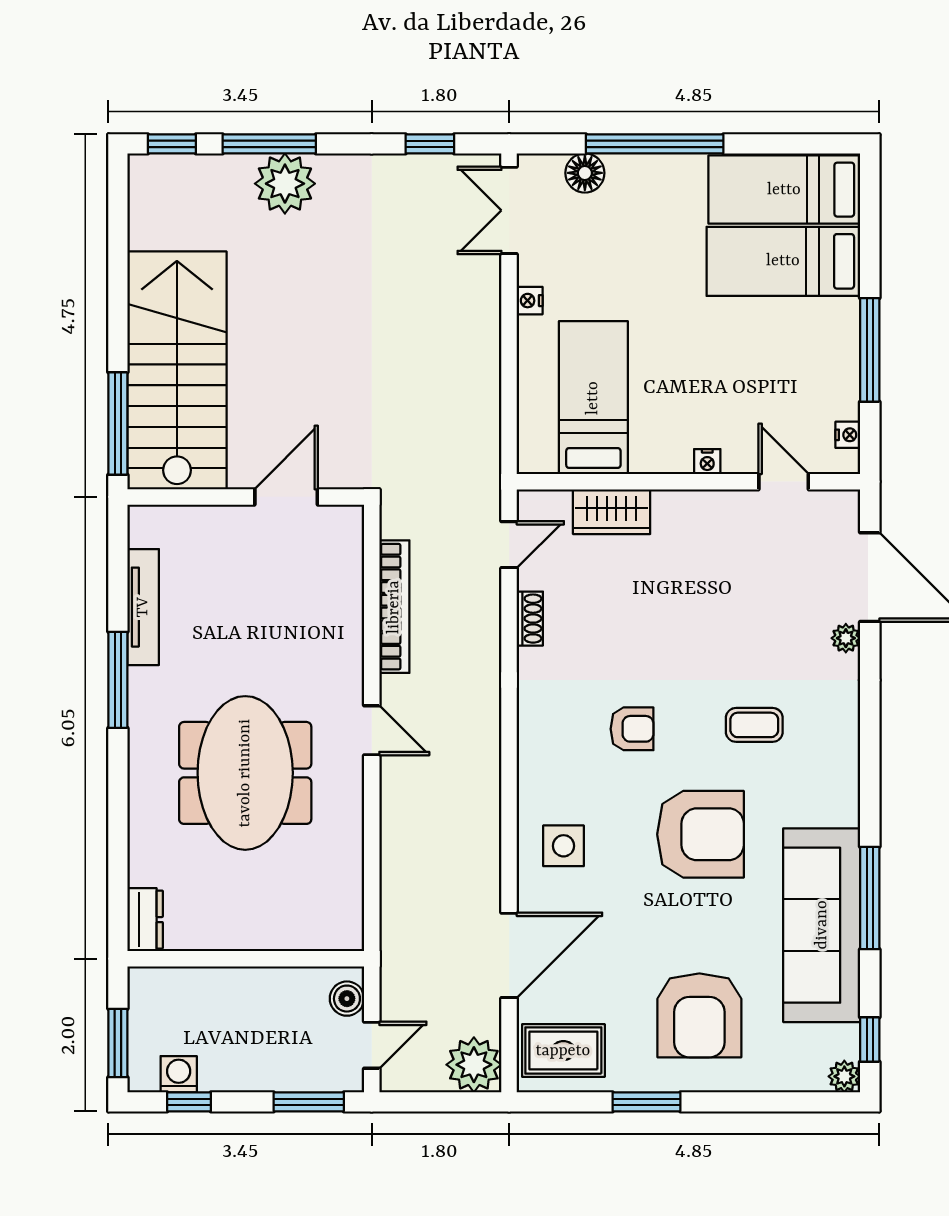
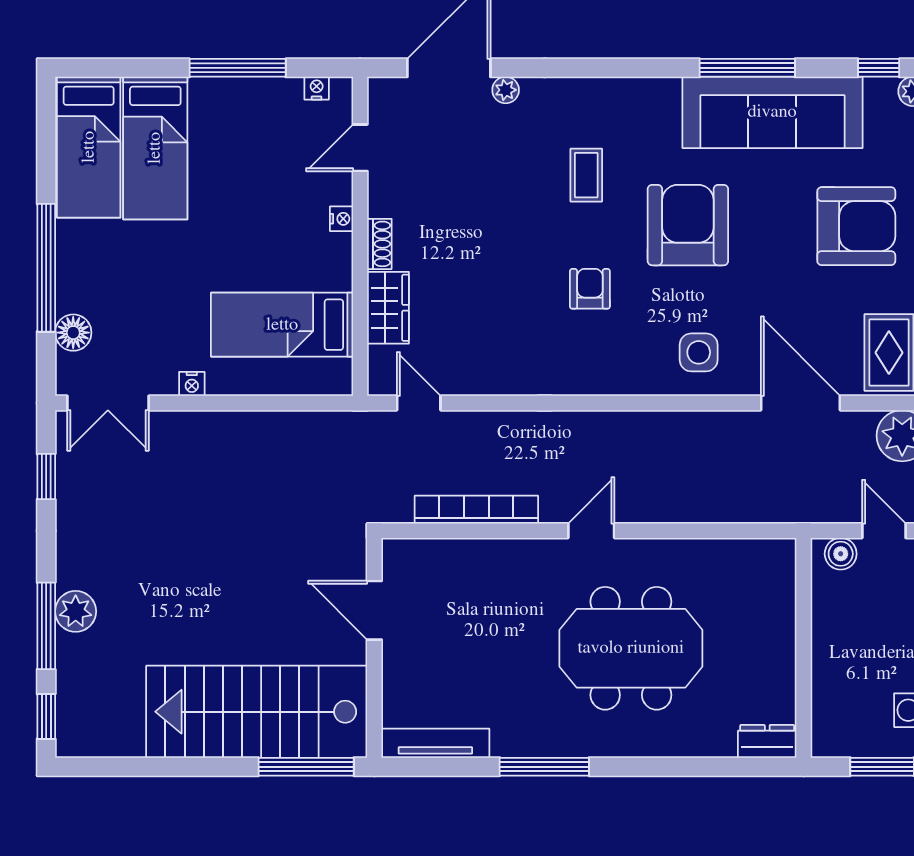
plant: (285, 184) -> (76, 611), width x0.73, depth x0.73
tv unit: (143, 607) -> (435, 743), moved
shoe rack: (530, 619) -> (379, 244), moved, turned 90

